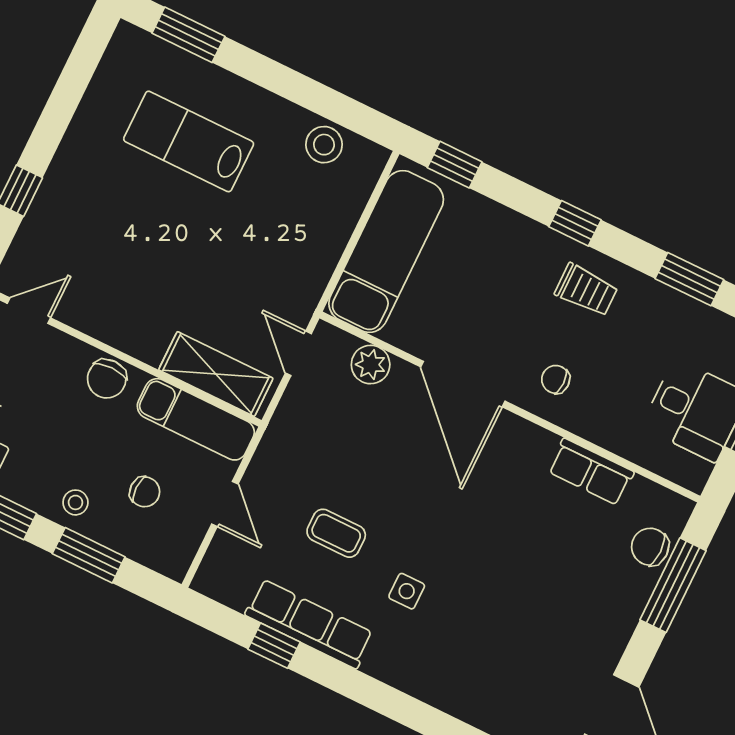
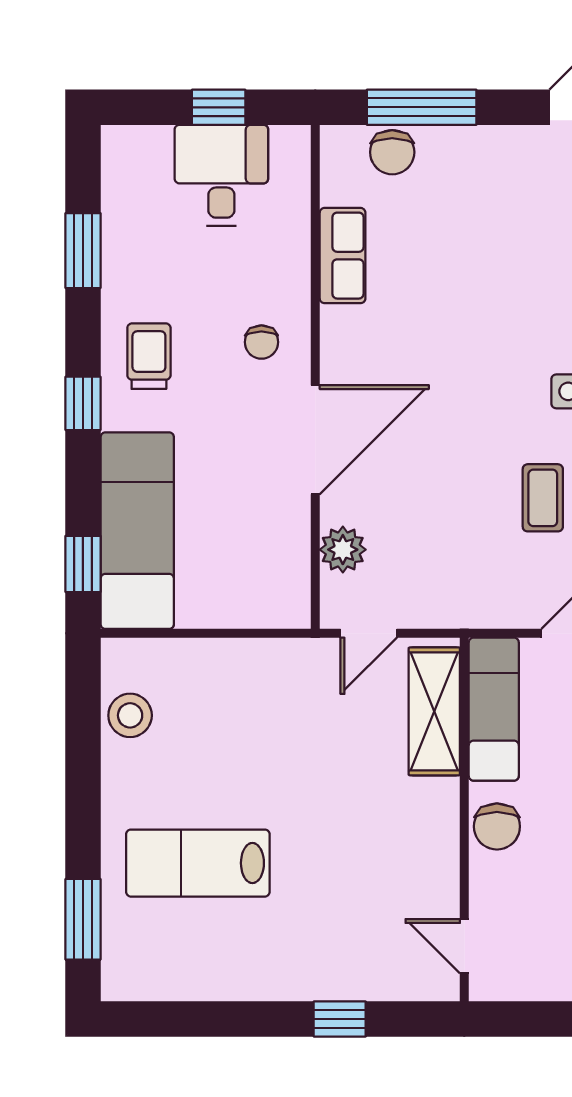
lab bench: (189, 141) -> (198, 863), turned 90
exam couch: (386, 251) -> (137, 531), moved, turned 90
chair: (107, 379) -> (497, 826), turned 90

